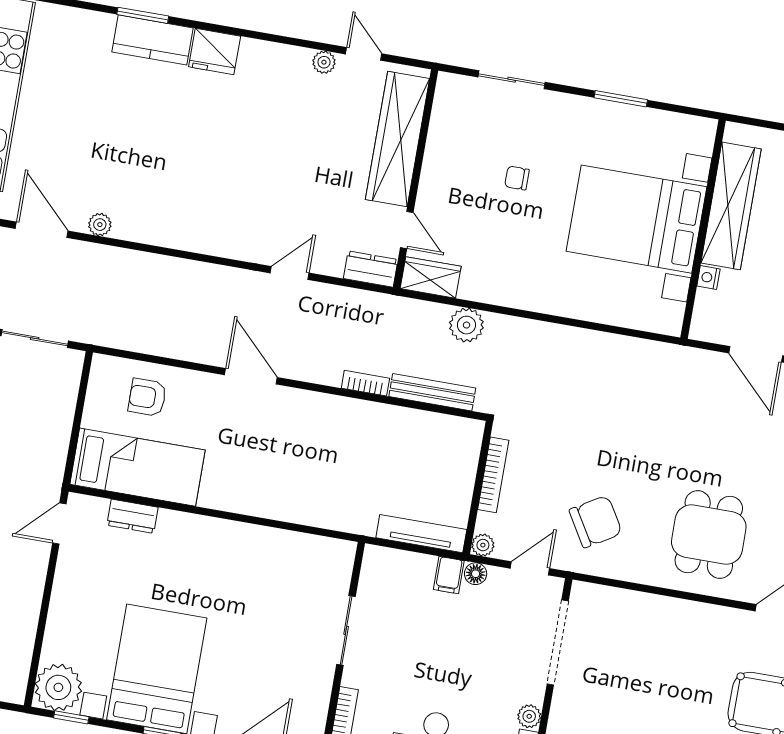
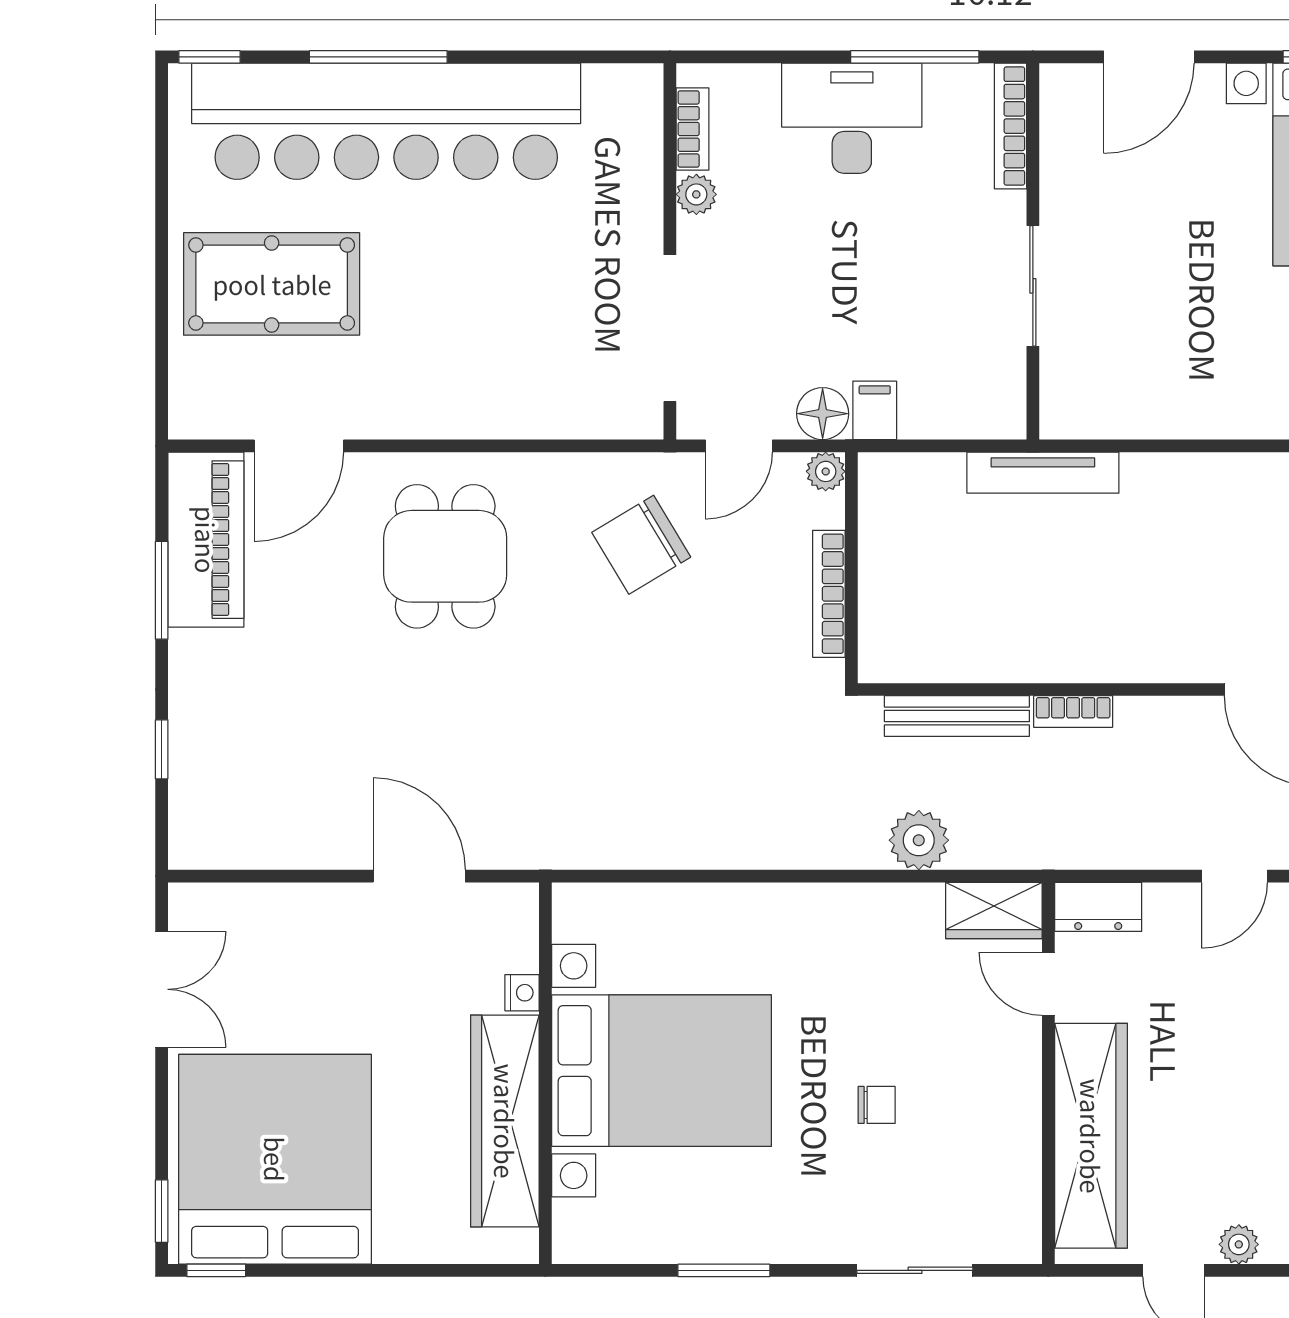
tv unit: (421, 534) -> (1043, 473), moved
floor lamp: (476, 574) -> (823, 414), width x1.37, depth x1.37

